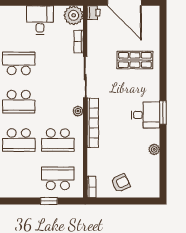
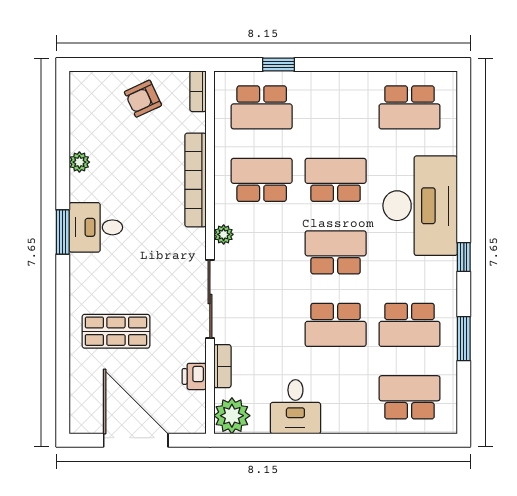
printer: (94, 13) -> (194, 376), moved
bookcase: (93, 123) -> (196, 180), moved

